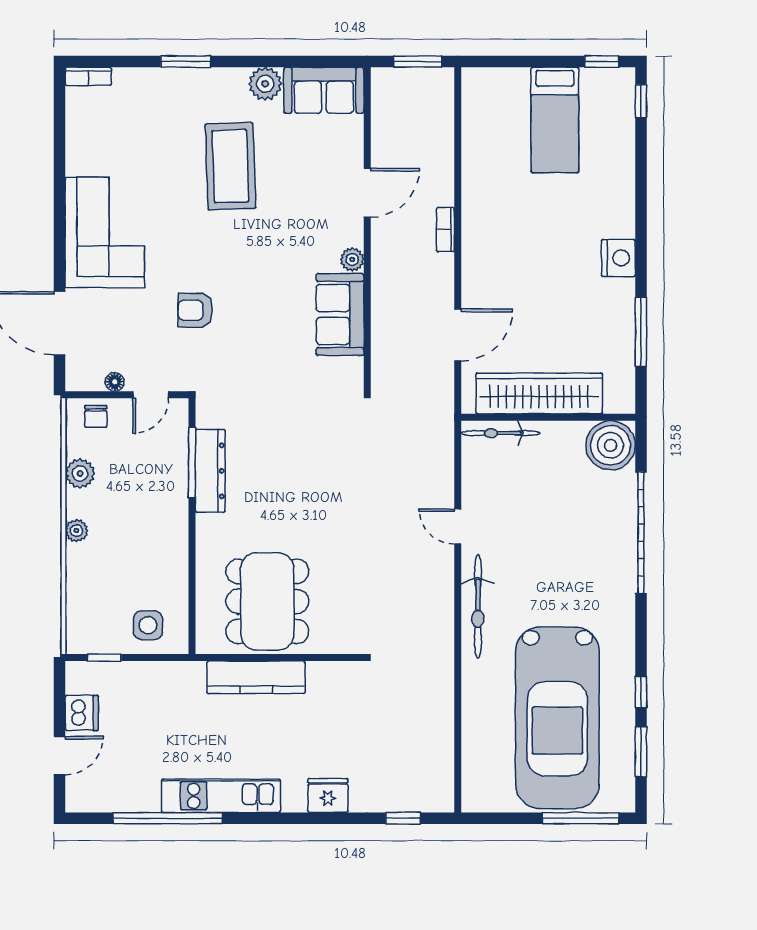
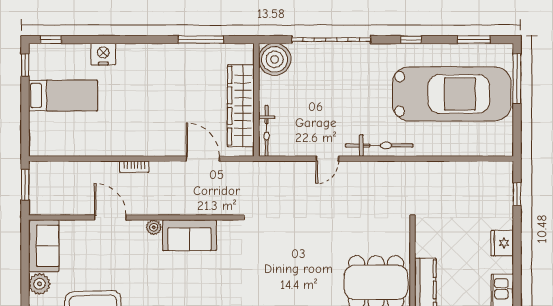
nightstand: (618, 258) -> (103, 54), moved
window: (641, 692) -> (411, 40), moved

